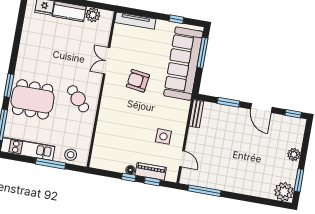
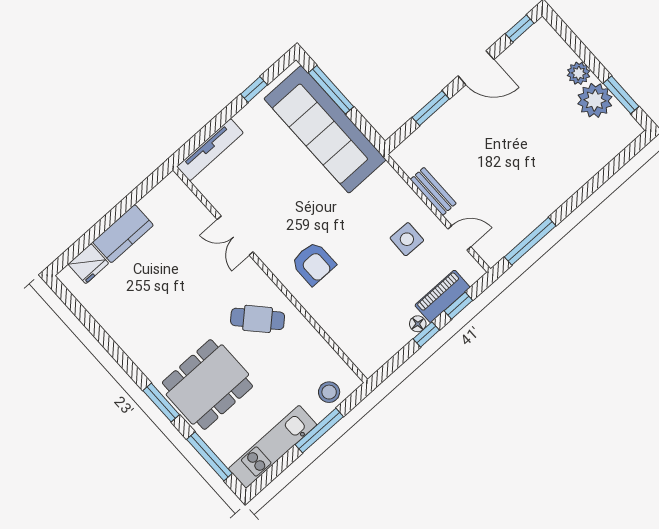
plant: (93, 15) -> (154, 204), removed
armchair: (138, 81) -> (313, 263), moved, turned -98
bench: (196, 114) -> (433, 191), moved
plant: (284, 192) -> (595, 100), moved

